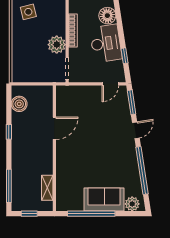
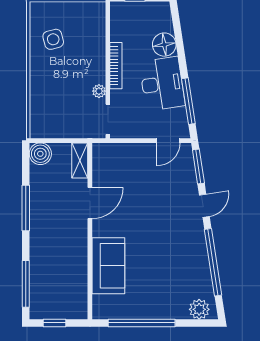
plant: (57, 45) -> (99, 91), width x0.53, depth x0.53
window: (124, 56) -> (188, 101), width x2.17
boiler: (19, 104) -> (40, 154), moved
window: (9, 132) -> (26, 208), width x2.17
shelving: (47, 188) -> (80, 160), moved
sofa: (104, 200) -> (108, 266), moved, turned 90

